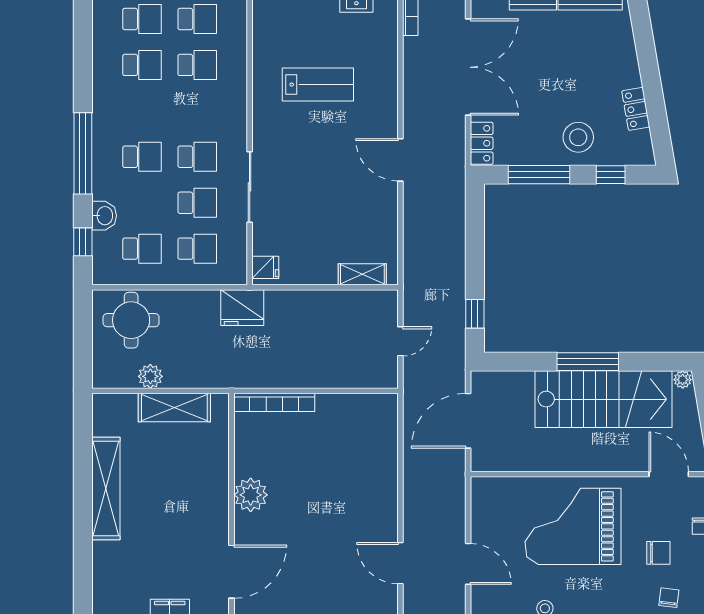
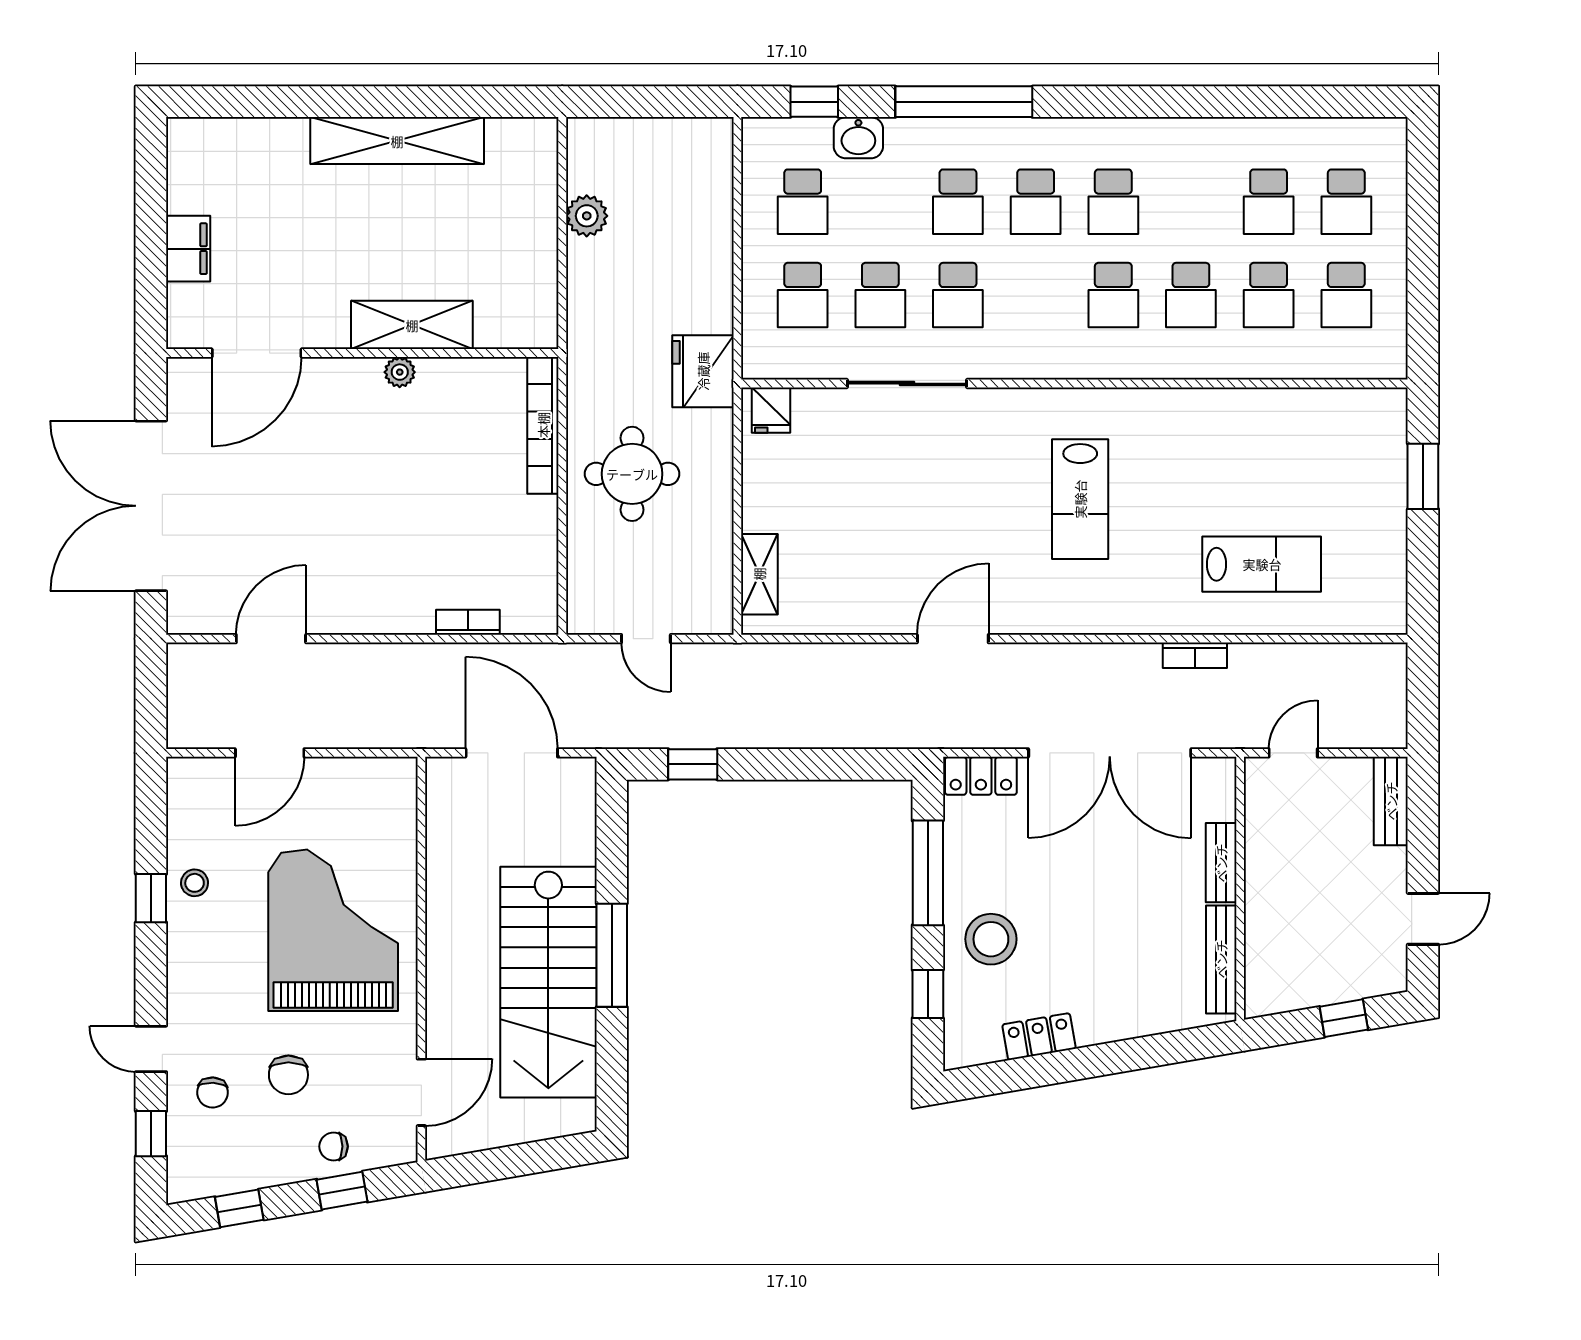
school desk: (142, 19) -> (1036, 202), moved
round table: (131, 320) -> (632, 474), moved
plant: (683, 380) -> (581, 1116), removed
shelving: (174, 408) -> (412, 325), moved, turned 90
bookcase: (391, 447) -> (468, 622), added
plant: (251, 495) -> (400, 372), width x0.53, depth x0.53
door: (231, 572) -> (257, 353), hinge flipped
chair: (669, 598) -> (213, 1093), turned 86

